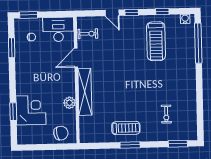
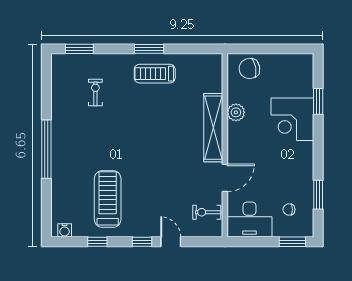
window: (198, 43) -> (46, 149), moved
corner desk: (31, 110) -> (292, 119), moved

